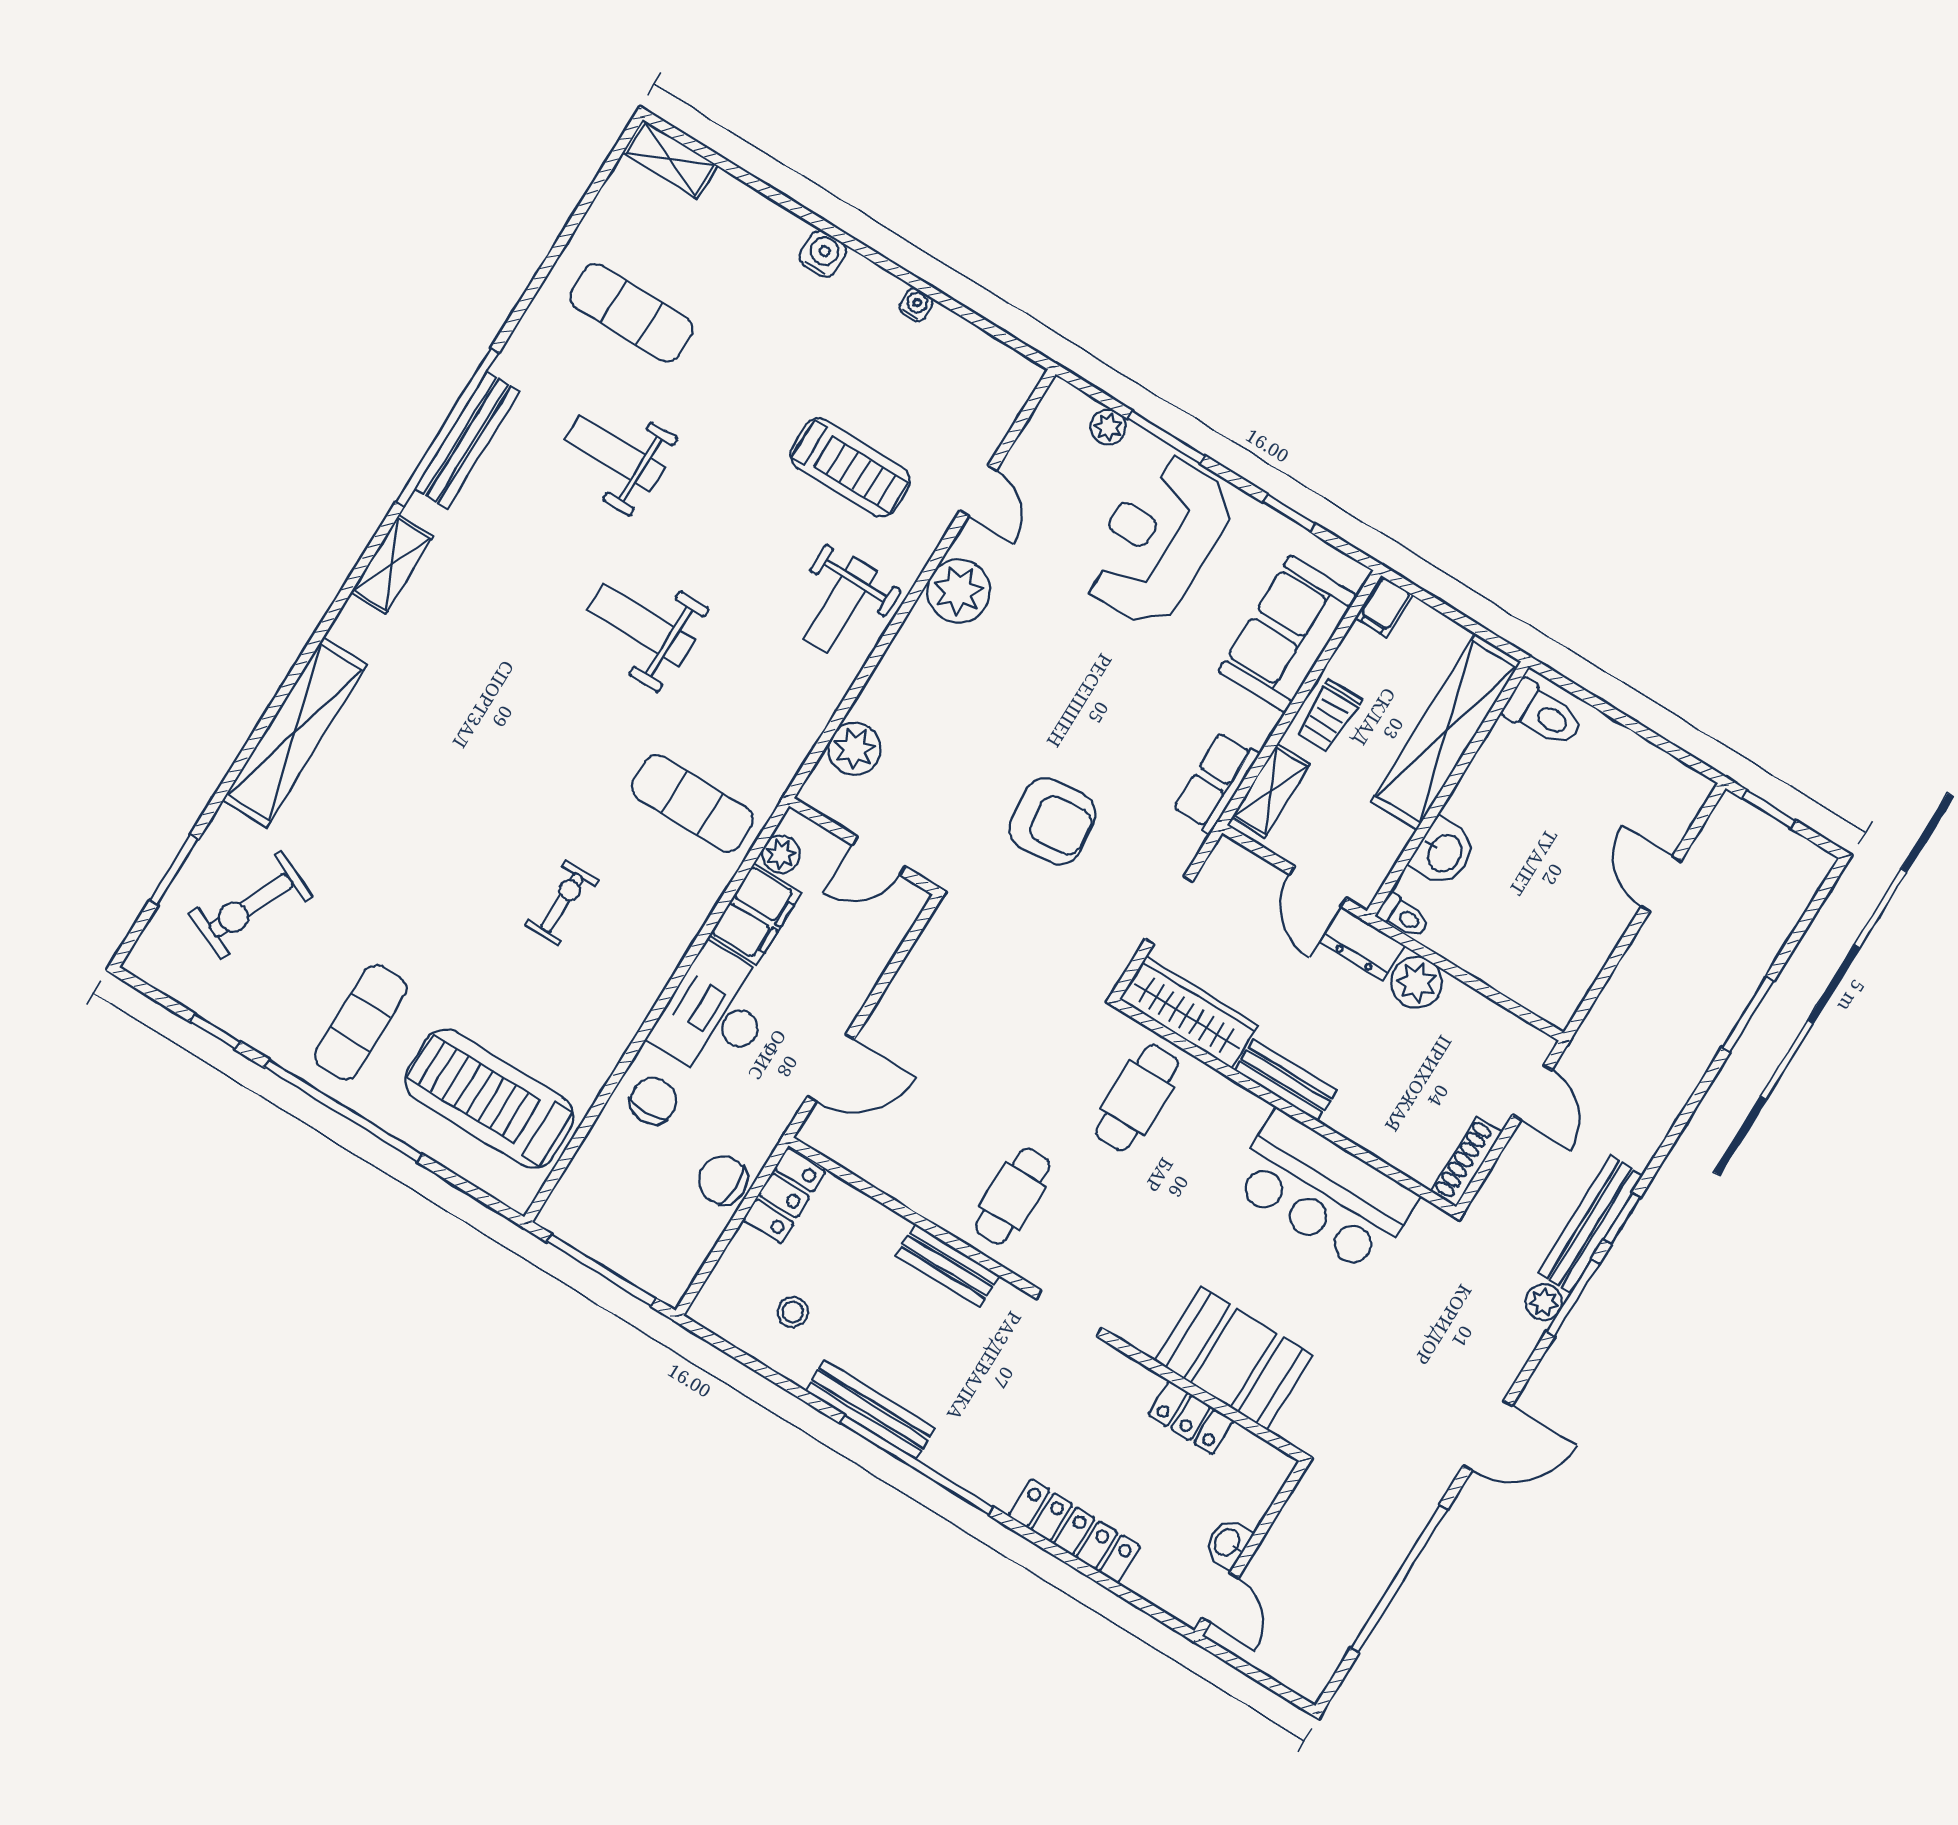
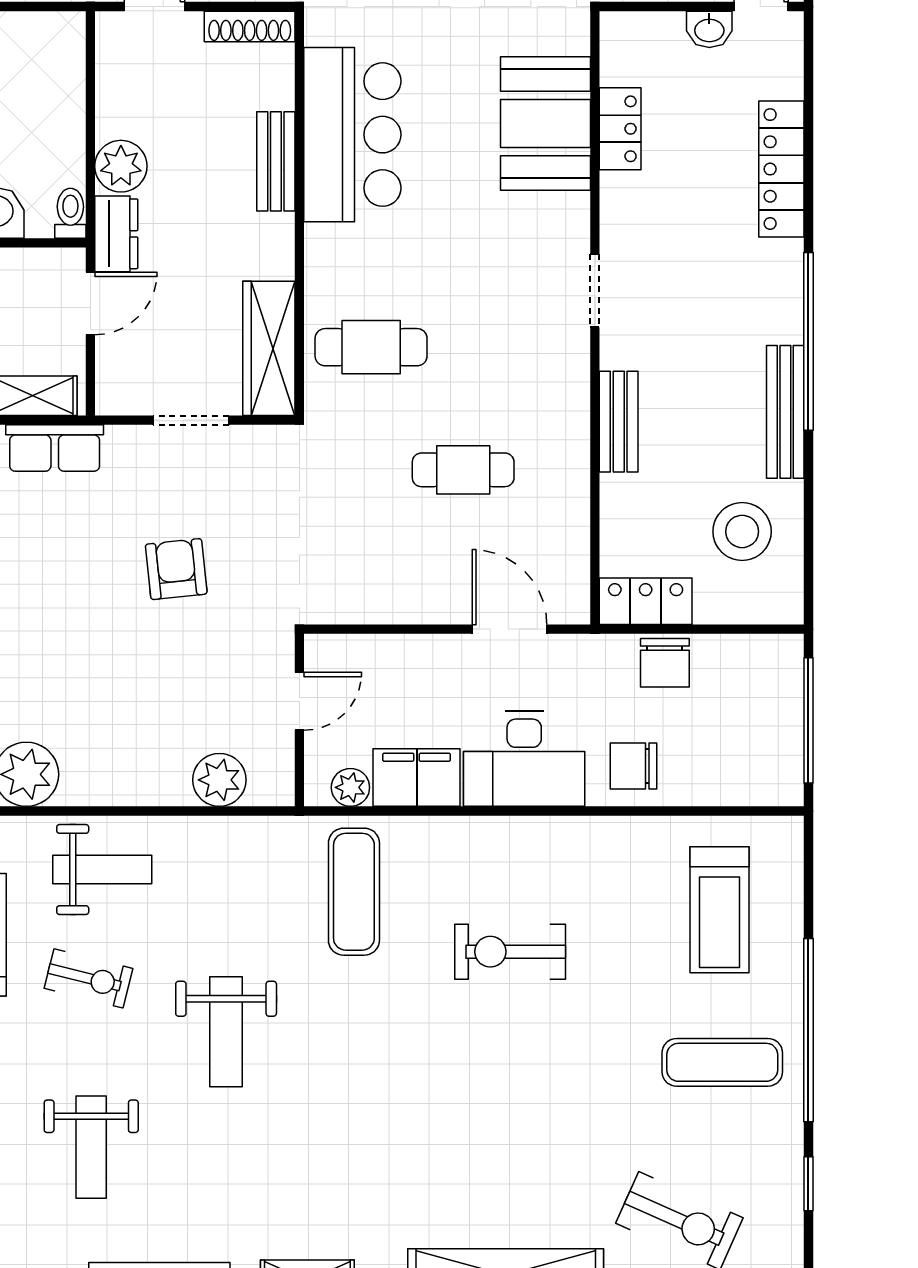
exercise bike: (757, 538) -> (88, 978), added
armchair: (1052, 821) -> (176, 569), width x0.72, depth x0.72
door: (879, 856) -> (299, 701), hinge flipped
exercise bike: (562, 903) -> (510, 952), width x1.38, depth x1.39
bench: (1286, 1080) -> (276, 161), moved
treadmill: (489, 1099) -> (720, 910), width x0.73, depth x0.73
cafe table: (1012, 1196) -> (463, 470), moved
stool: (793, 1312) -> (742, 531), width x1.89, depth x1.89

